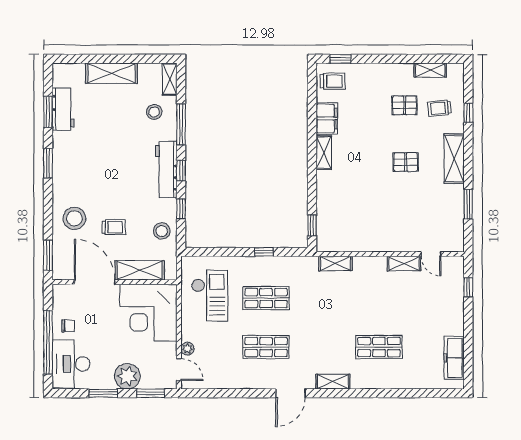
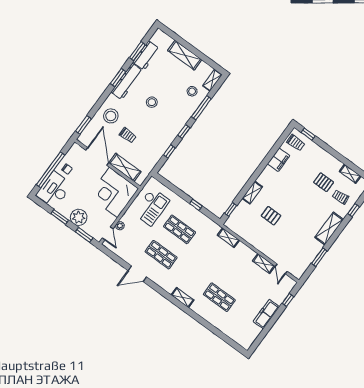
shelving: (324, 153) -> (252, 192), moved
pallet: (406, 162) -> (271, 216), moved
workbench: (166, 169) -> (127, 81), moved, turned 180
stool: (162, 231) -> (152, 102), moved
freezer: (454, 358) -> (266, 314), moved
door: (290, 393) -> (137, 274), moved

